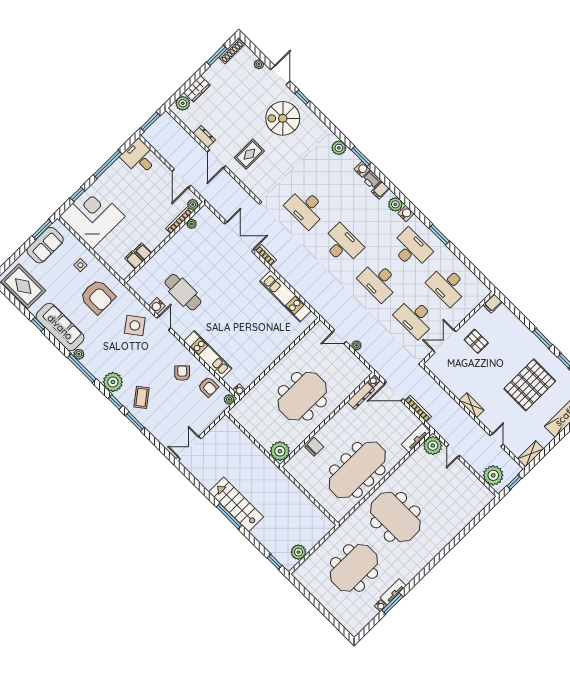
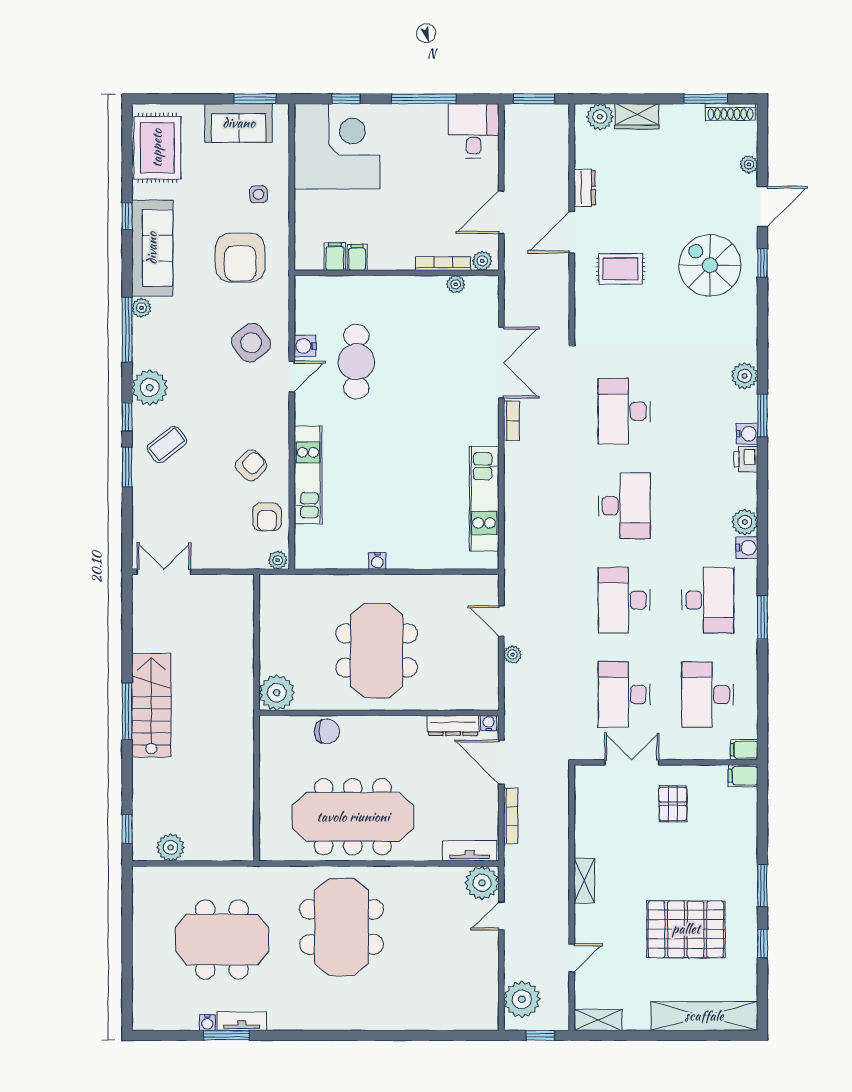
filing cabinet: (380, 190) -> (744, 750), moved
water cooler: (239, 390) -> (377, 561), moved
meeting table: (302, 396) -> (377, 650), turned 90

